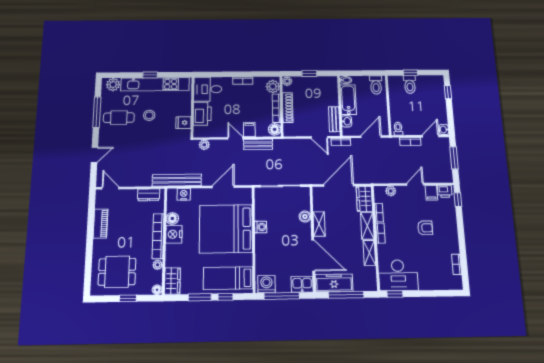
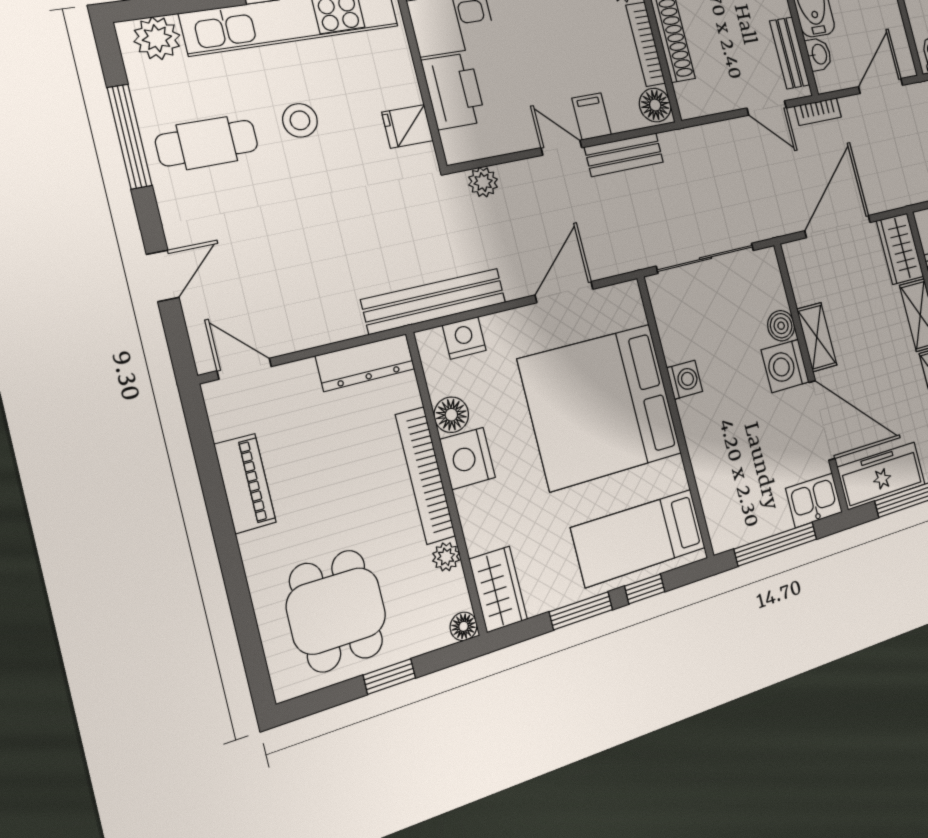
dresser: (149, 195) -> (365, 362), width x1.44
dining table: (117, 272) -> (336, 611), turned 90
washing machine: (266, 284) -> (785, 366), moved, turned -90

